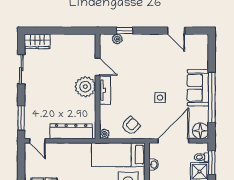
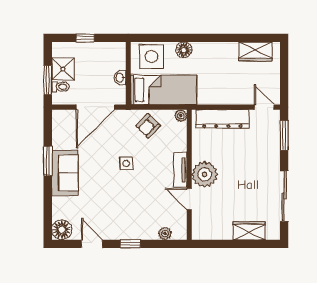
window: (125, 31) -> (130, 244), moved
wardrobe: (37, 41) -> (249, 231), moved
sliding door: (21, 69) -> (284, 196), width x1.37
side table: (160, 98) -> (126, 163), moved
window: (212, 98) -> (48, 161), width x0.47
floor lamp: (200, 131) -> (62, 230), moved

